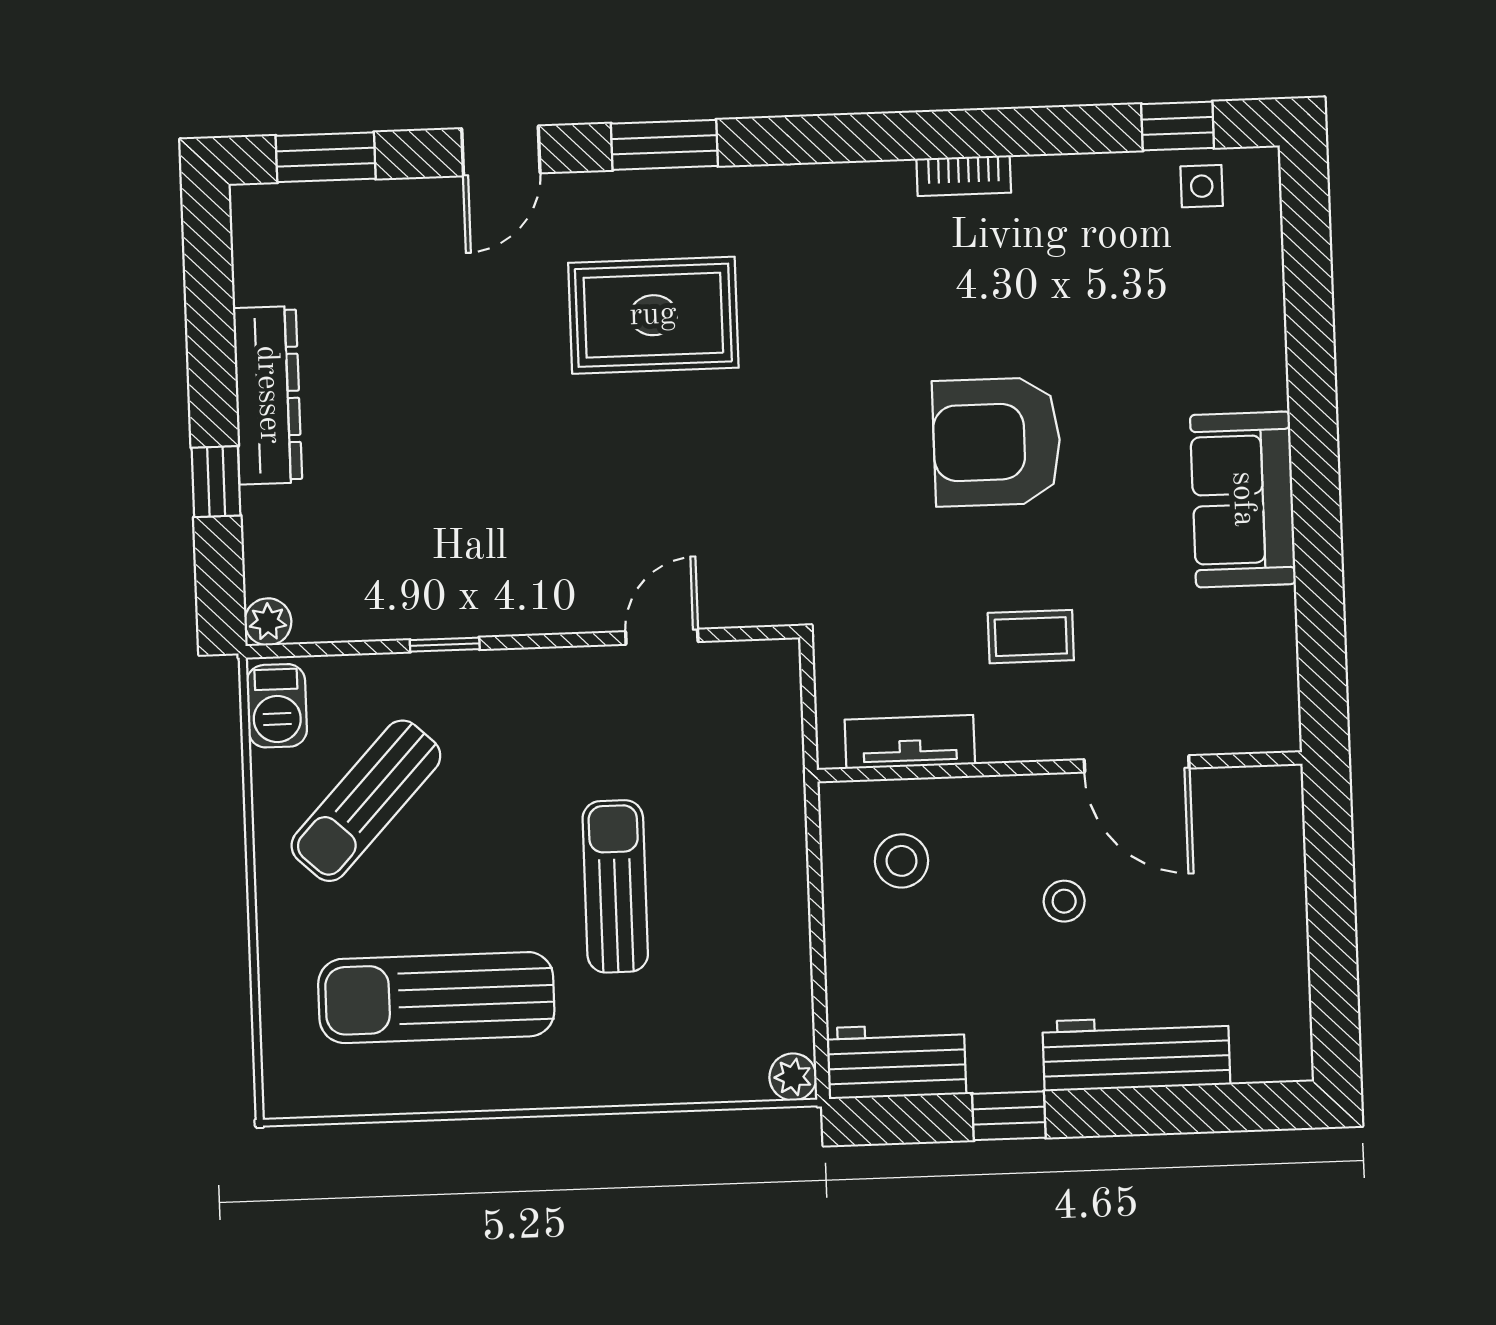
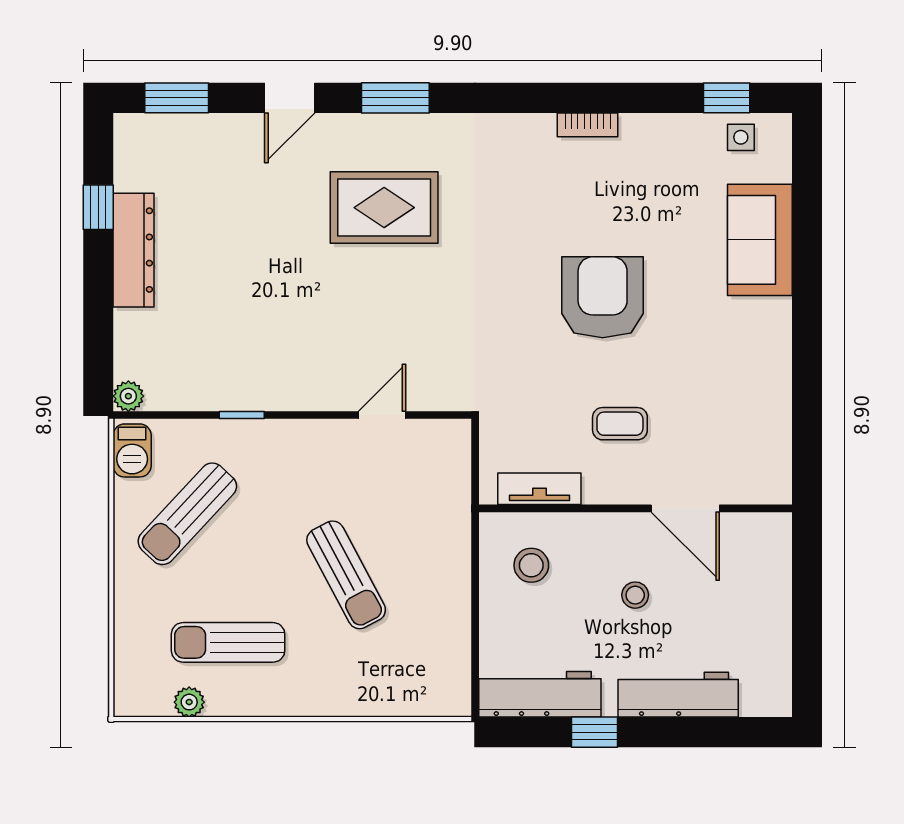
armchair: (997, 442) -> (603, 297), turned 90
window: (216, 482) -> (98, 207), moved
sofa: (1243, 499) -> (760, 240), moved
sun lounger: (615, 886) -> (346, 575), turned 152
sun lounger: (436, 998) -> (228, 642), width x0.73, depth x0.75
workbench: (896, 1061) -> (540, 694), width x1.38
plant: (793, 1077) -> (189, 702), moved

